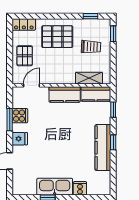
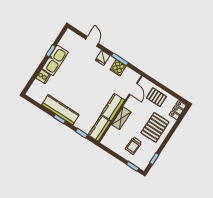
shelving: (89, 78) -> (121, 118), moved

